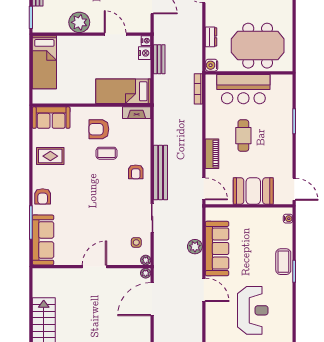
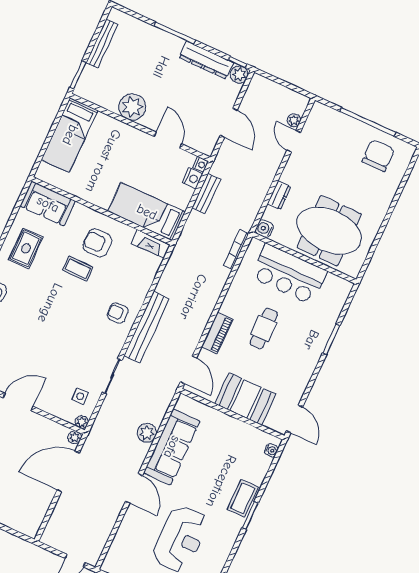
coffee table: (106, 153) -> (78, 269), moved
rug: (50, 156) -> (26, 248), turned 90
armchair: (136, 172) -> (118, 313), turned 90

